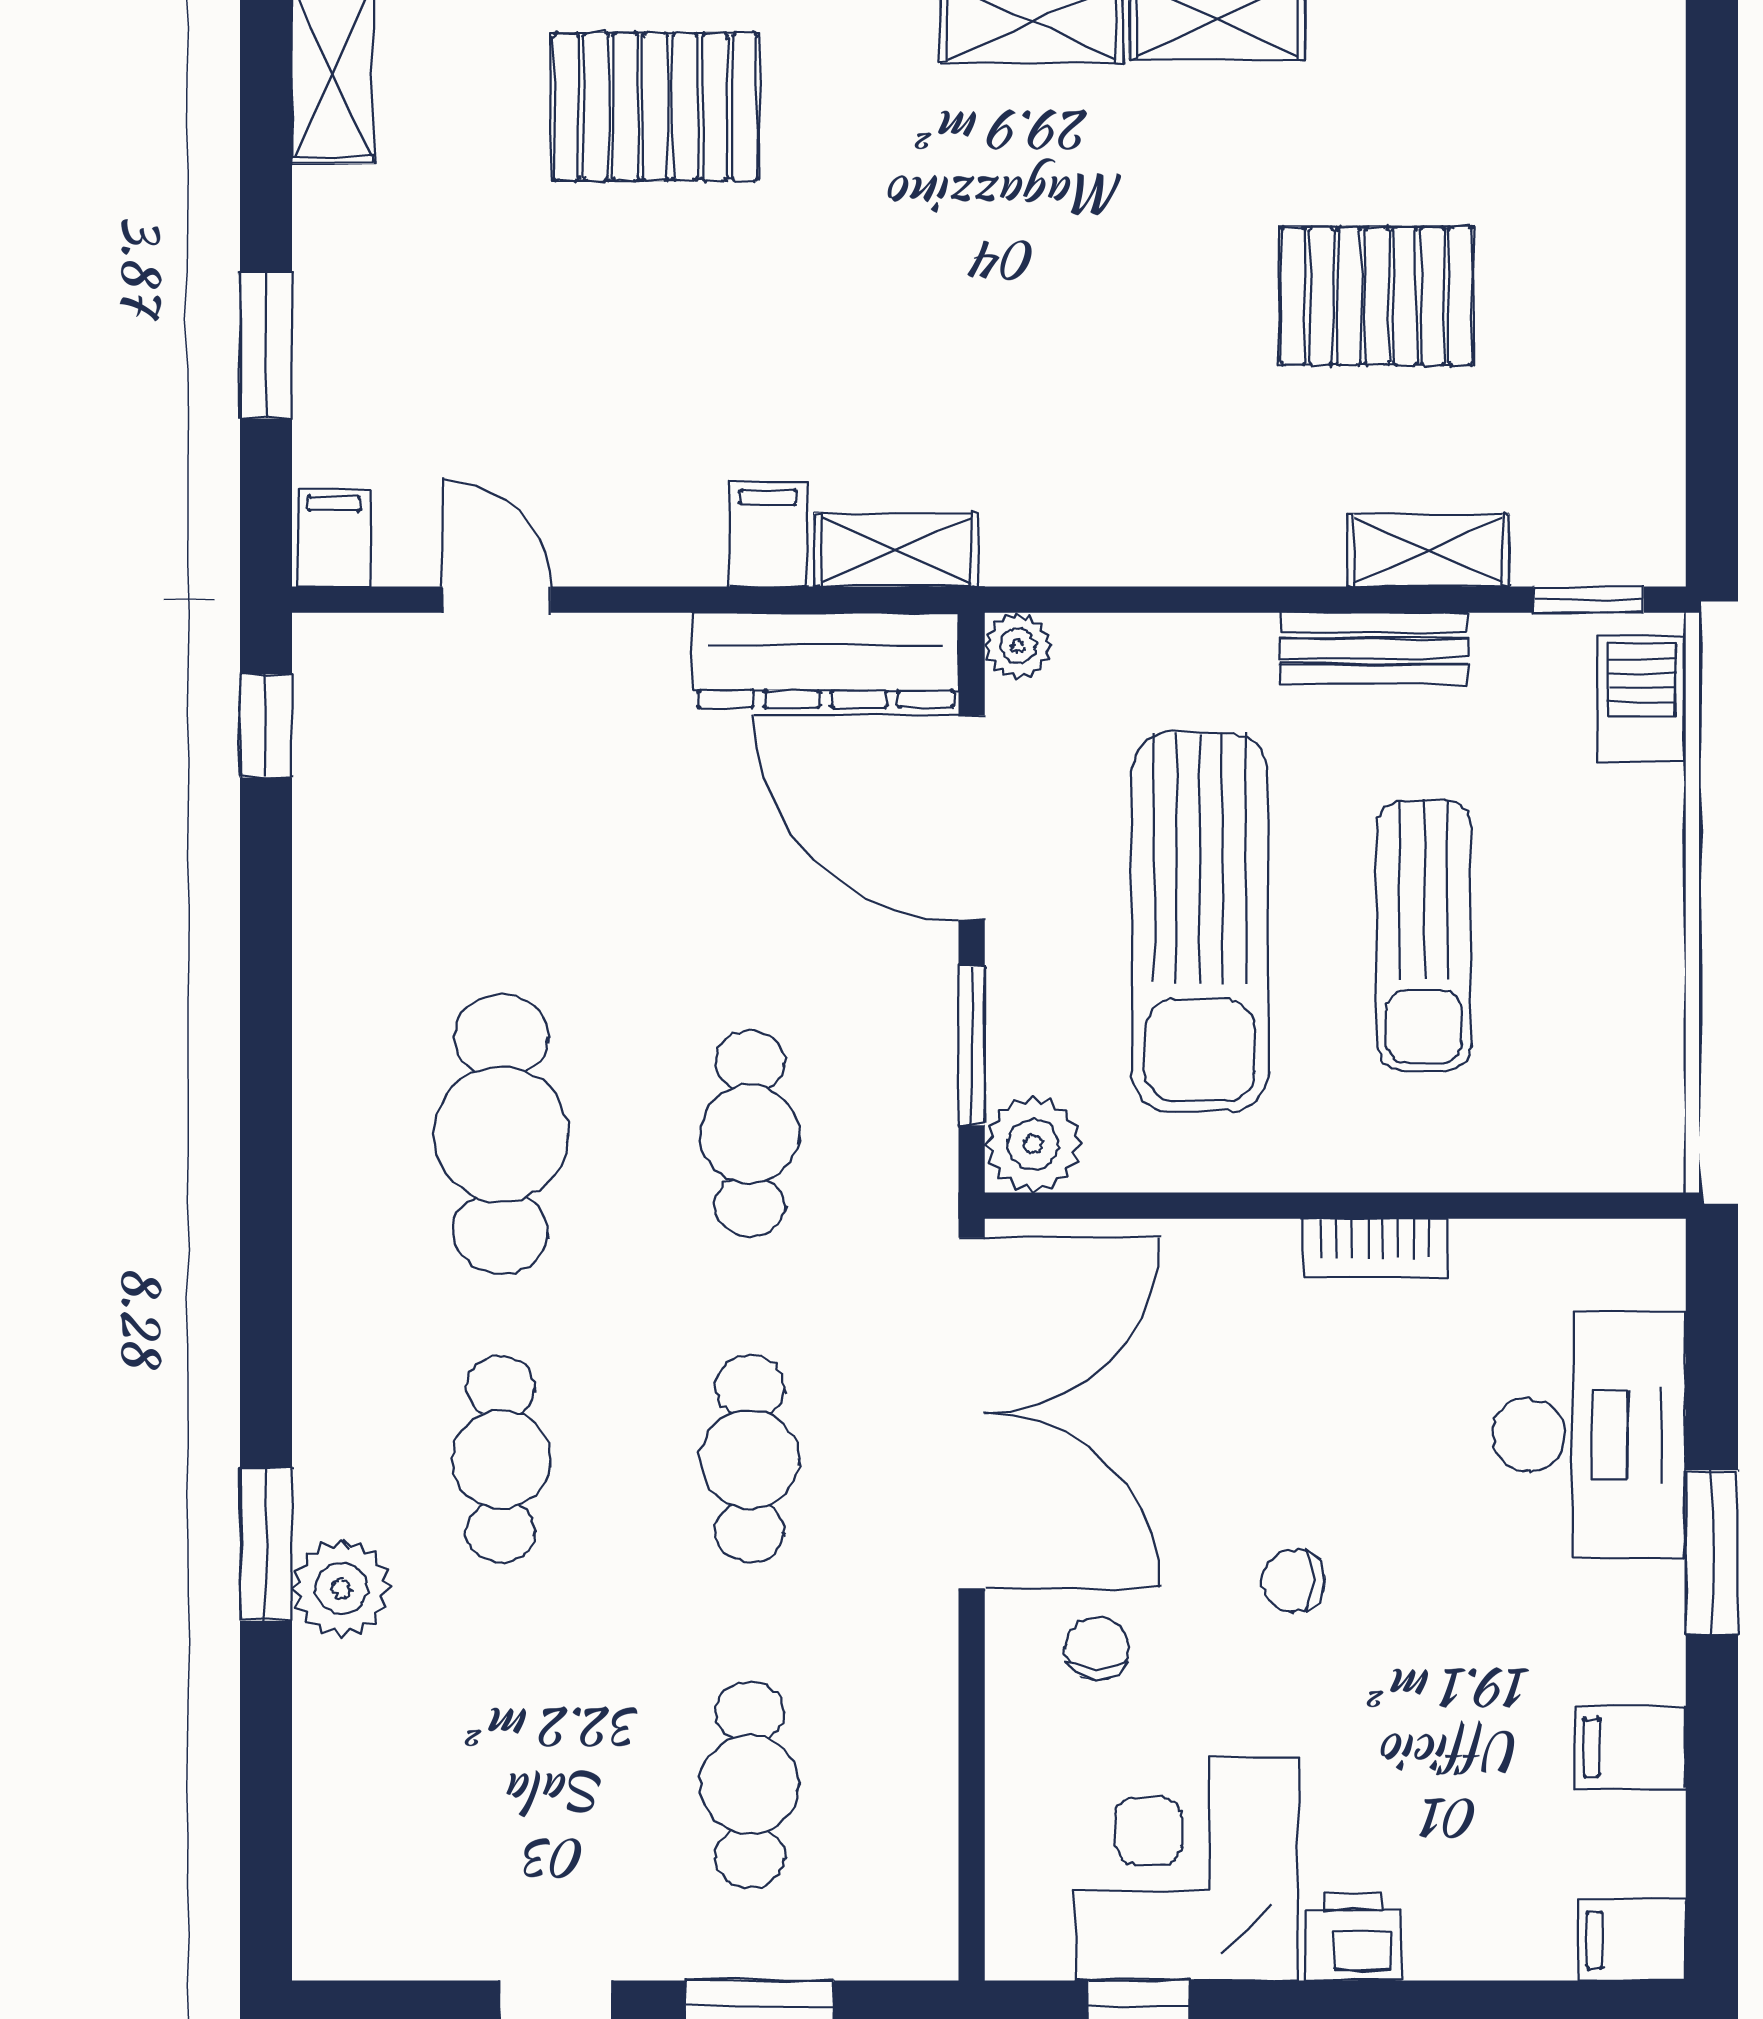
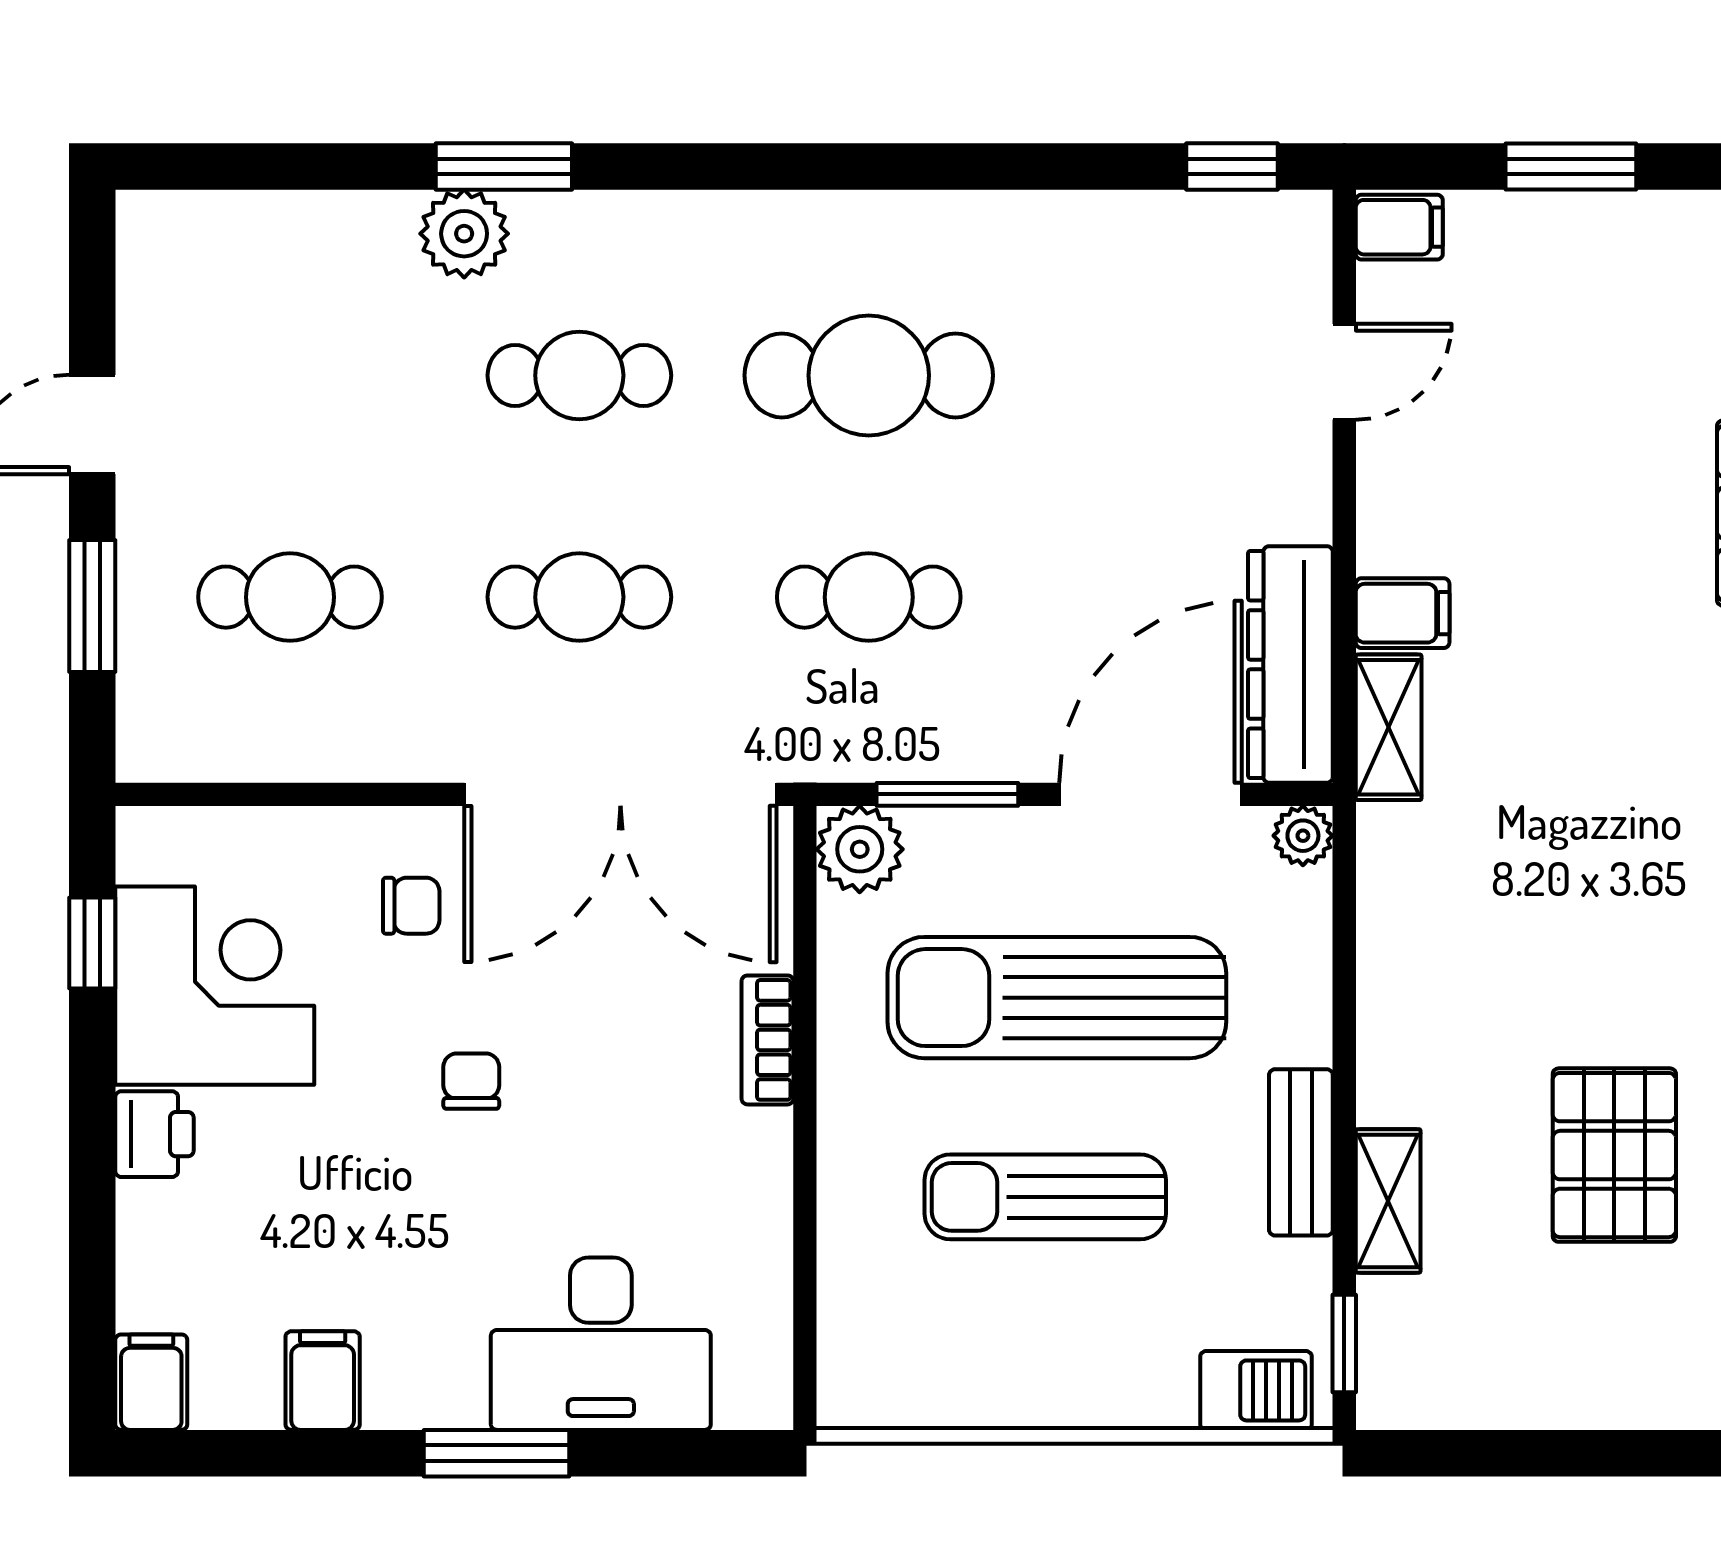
bookcase: (1375, 1248) -> (768, 1040), moved

